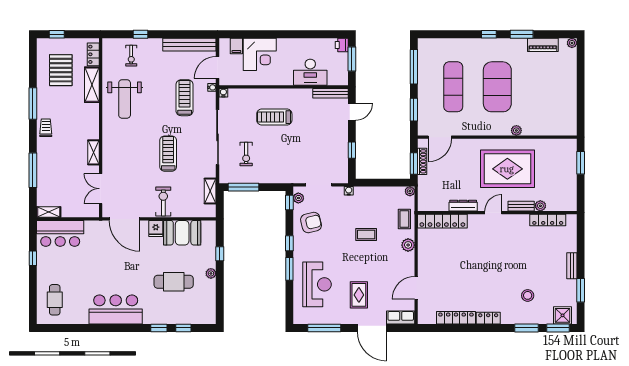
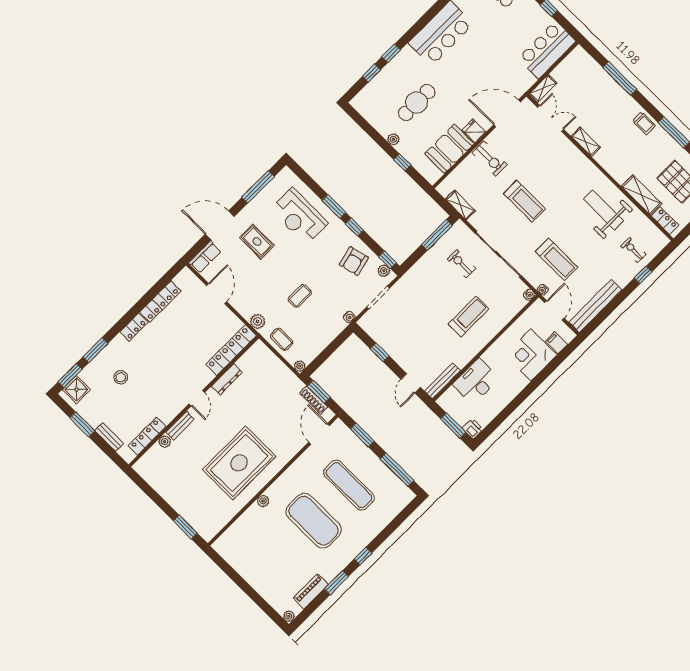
dresser: (463, 206) -> (227, 379), moved
bench: (521, 206) -> (180, 426), moved
plant: (540, 206) -> (165, 442), moved
shelving: (49, 212) -> (543, 88), moved
door: (493, 213) -> (197, 398), moved
wall: (497, 213) -> (194, 401), moved
locker: (548, 220) -> (147, 436), moved
locker: (442, 221) -> (231, 350), moved

